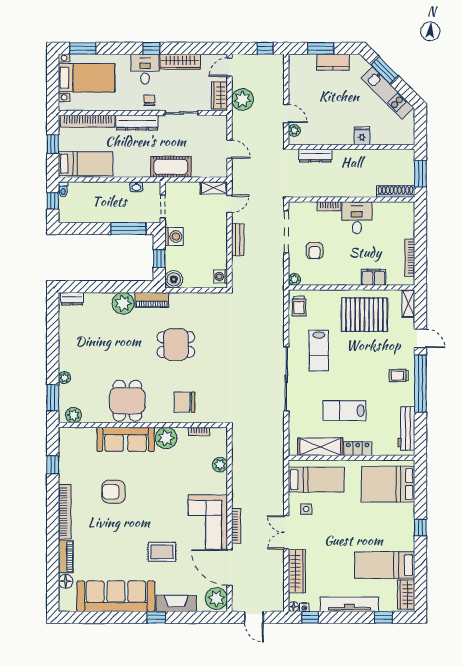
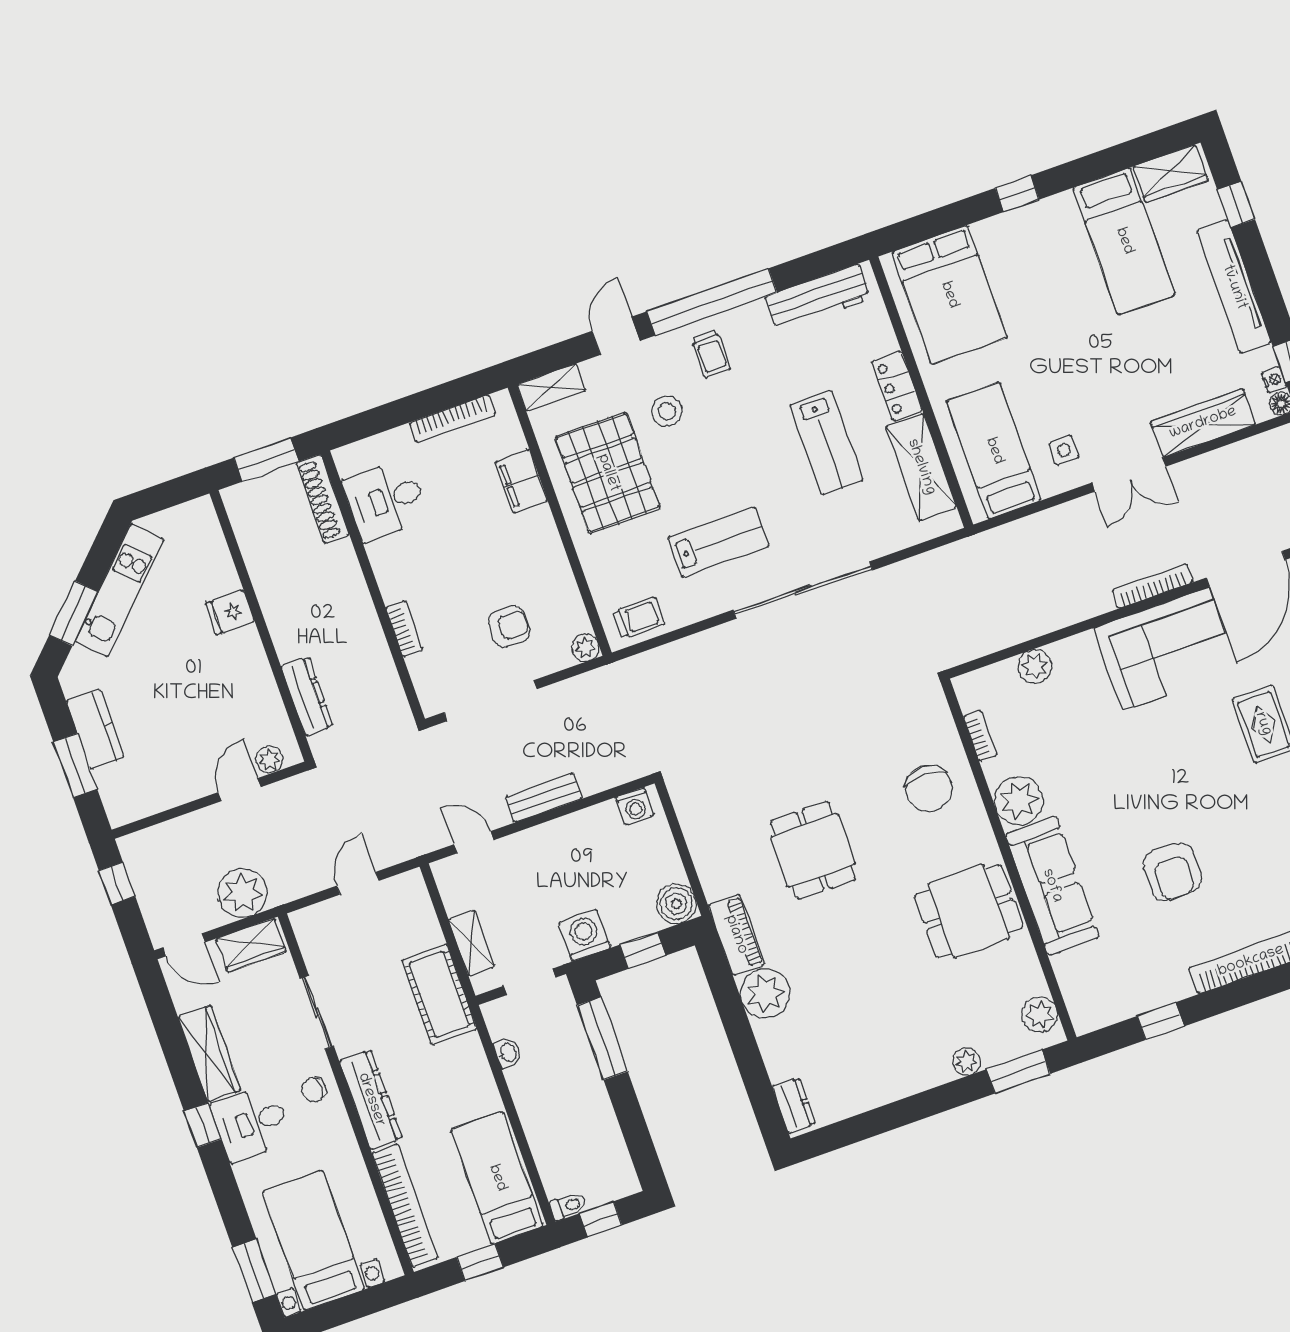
shelving: (214, 188) -> (471, 943), moved
desk: (357, 218) -> (386, 500), moved
stool: (381, 349) -> (667, 411), added

